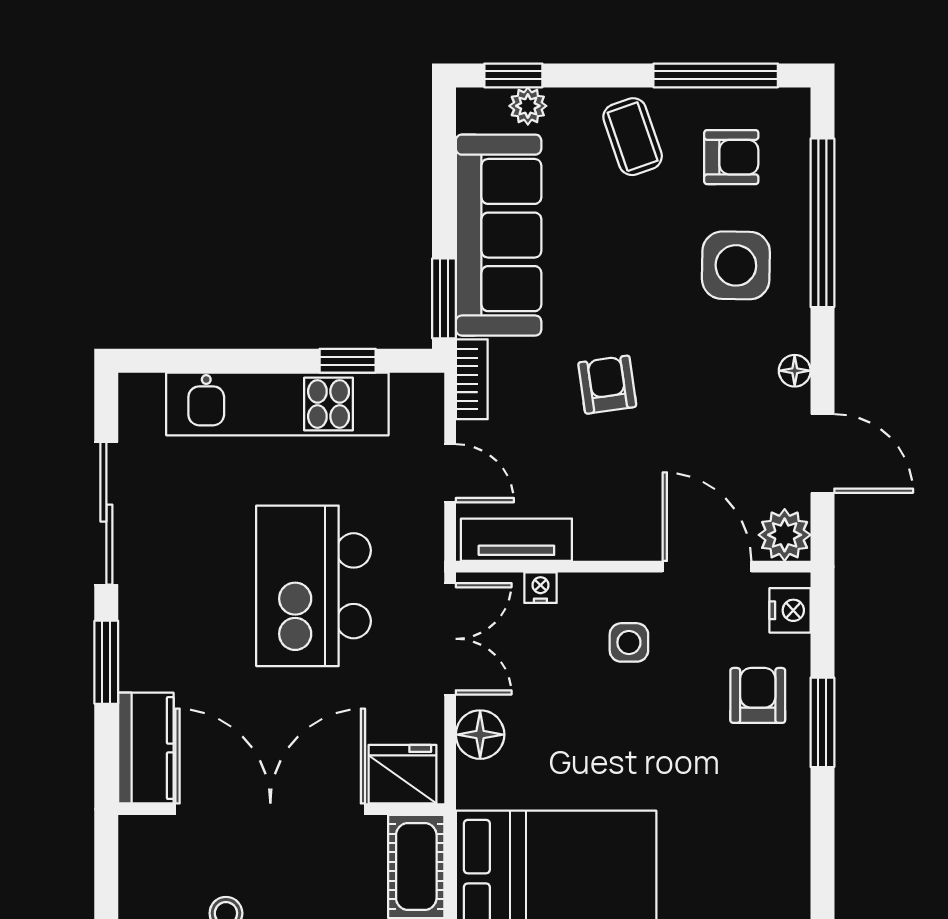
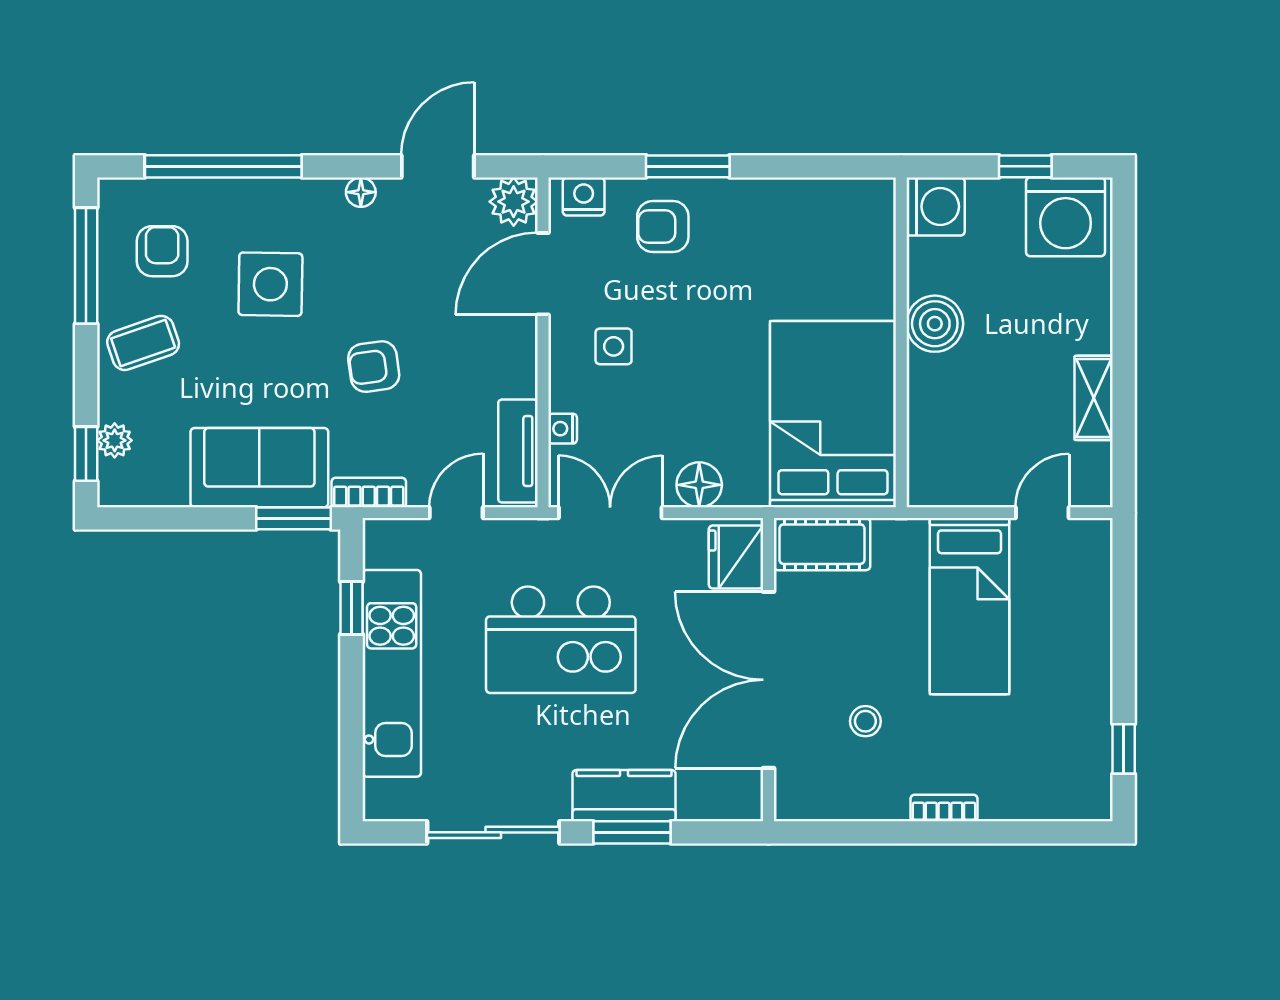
sofa: (499, 235) -> (259, 468), width x0.73
side table: (736, 265) -> (270, 284), moved
kitchen counter: (146, 748) -> (624, 796), moved

